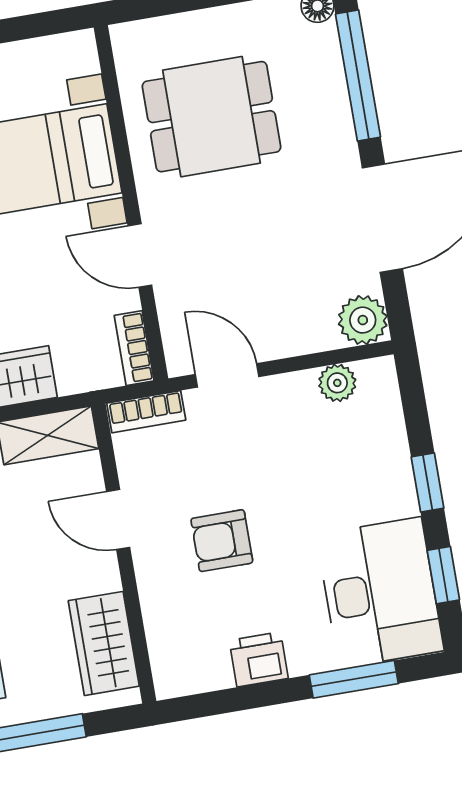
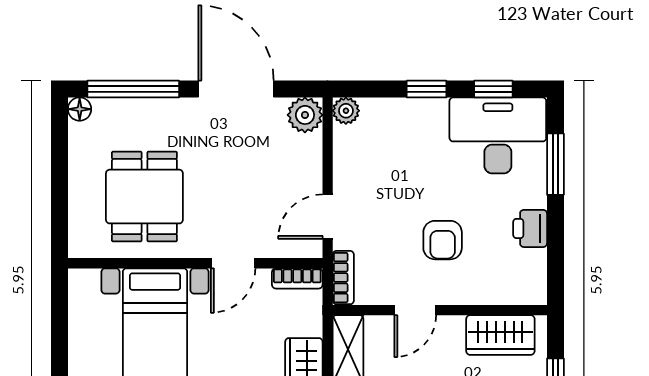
plant: (337, 383) -> (346, 111), moved

